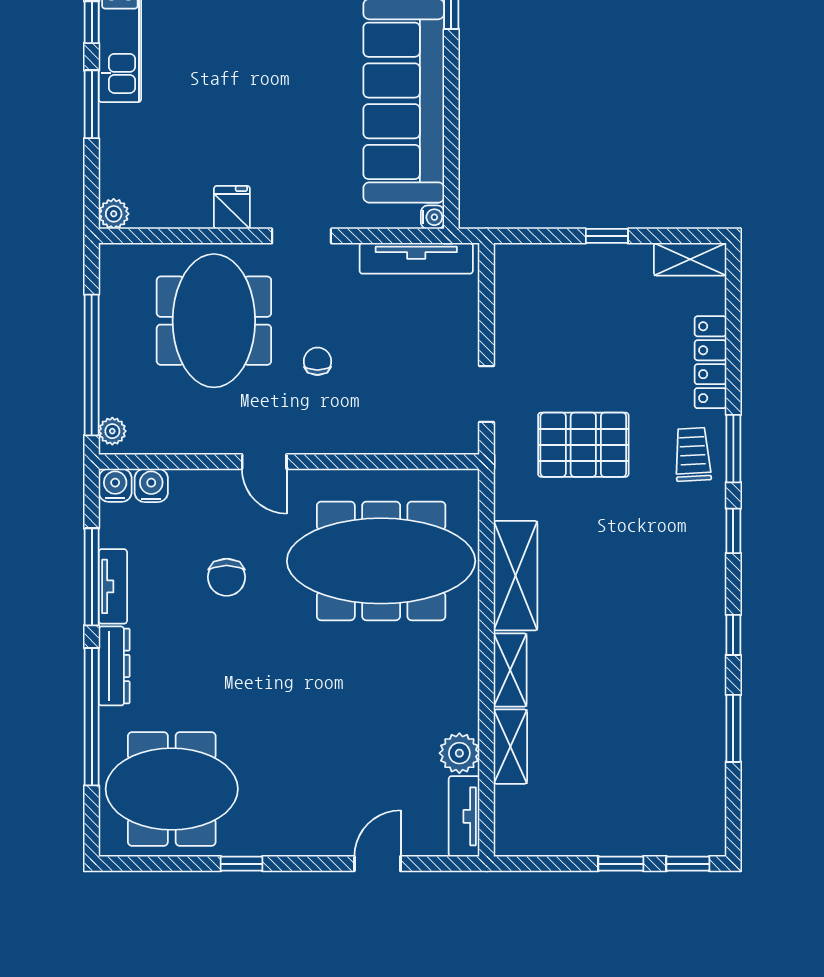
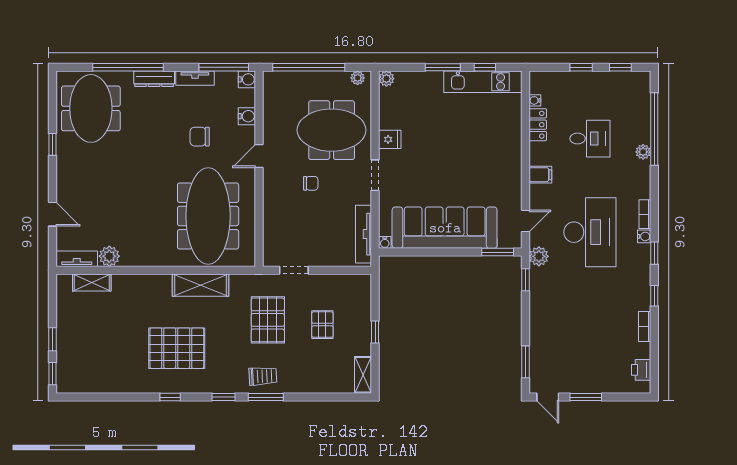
pallet: (592, 338) -> (322, 325), added
locker: (710, 362) -> (310, 385), removed
plant: (112, 431) -> (358, 78), moved
water cooler: (151, 485) -> (247, 116), moved
window: (92, 577) -> (224, 67), moved
pallet: (638, 622) -> (177, 348), added
shelving: (510, 670) -> (152, 282), removed
window: (733, 728) -> (122, 397), removed
shelving: (510, 747) -> (92, 282), moved

